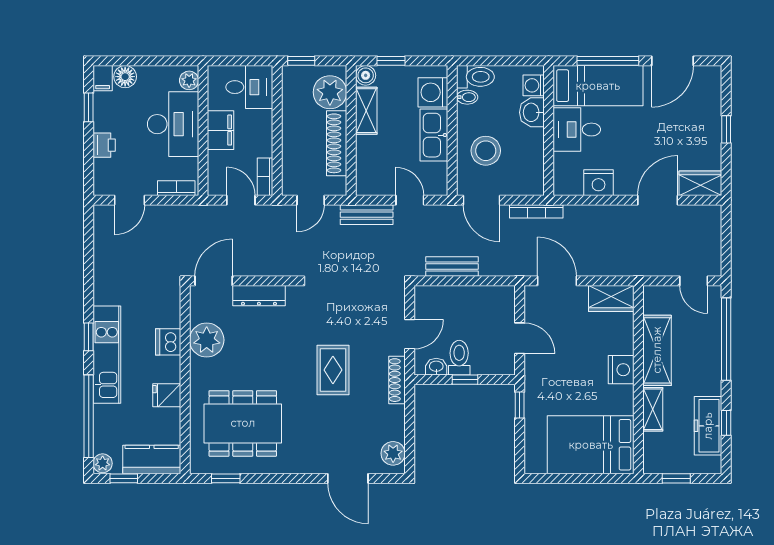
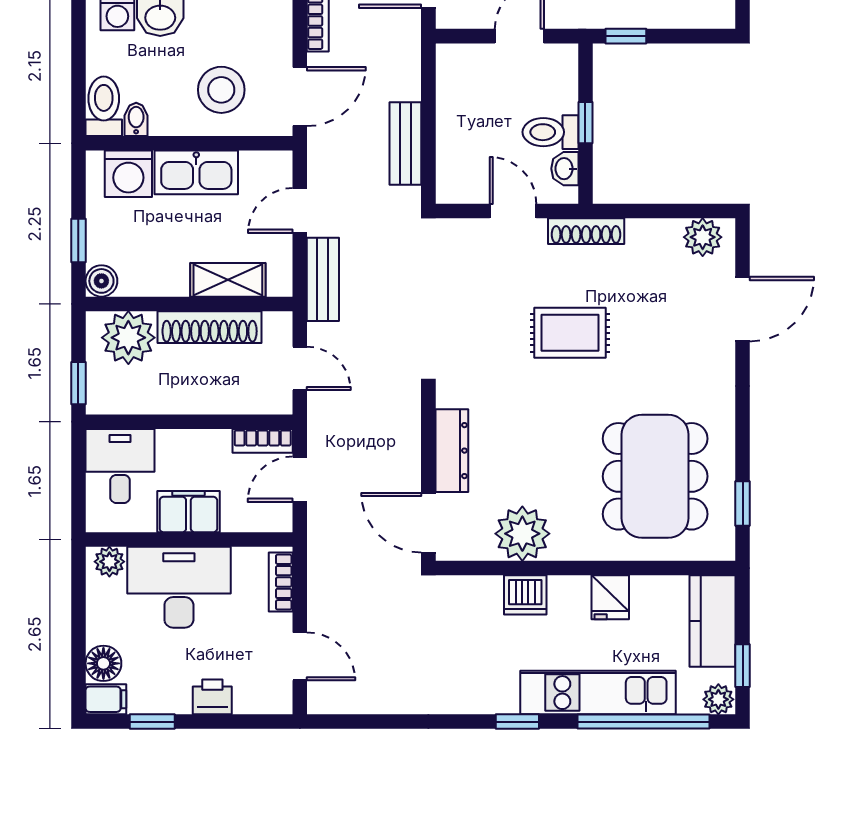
shelving: (366, 111) -> (228, 280), moved
kitchen unit: (107, 355) -> (598, 693), moved

